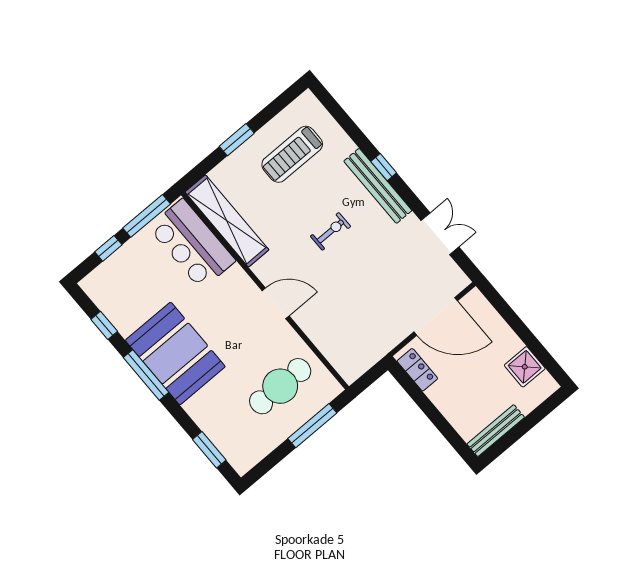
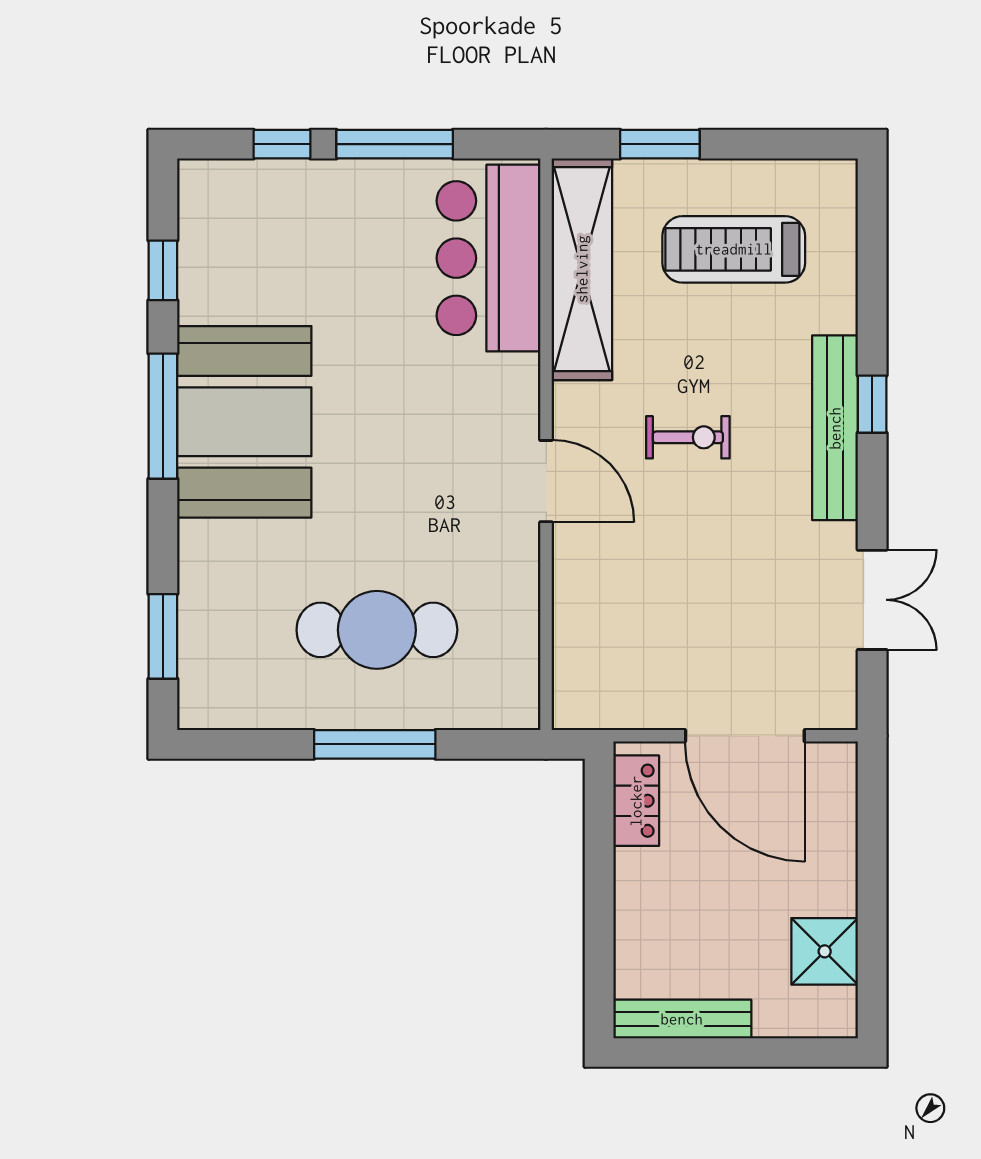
shelving: (227, 221) -> (582, 269), moved
bar counter: (192, 244) -> (488, 258), moved
wall: (265, 291) -> (546, 444), moved
door: (276, 303) -> (546, 481), moved

